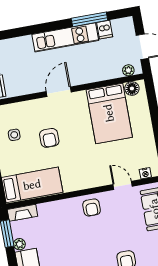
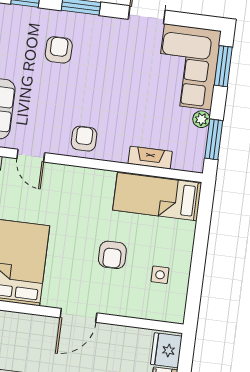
armchair: (49, 138) -> (112, 255), turned 180
fireplace: (22, 213) -> (150, 158), moved

